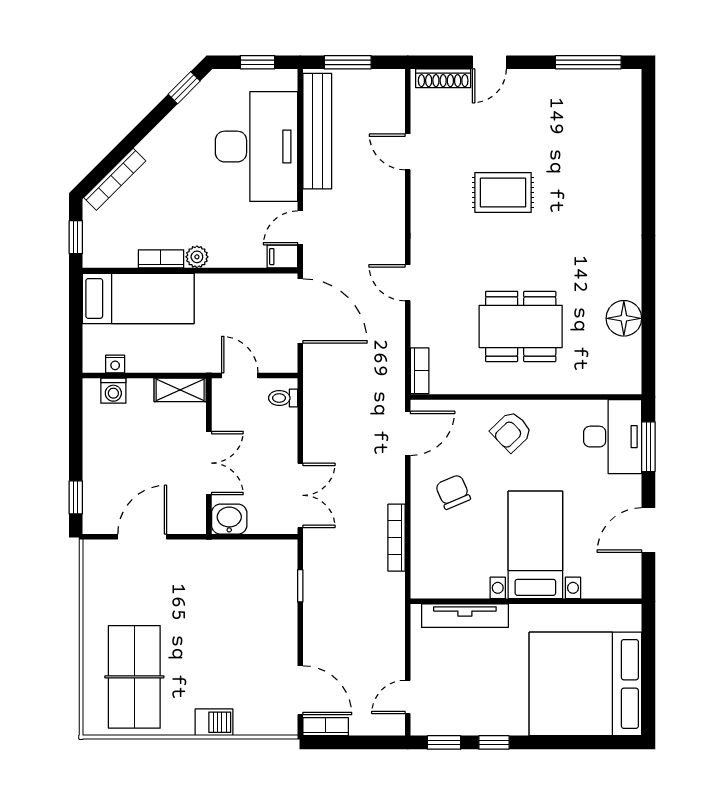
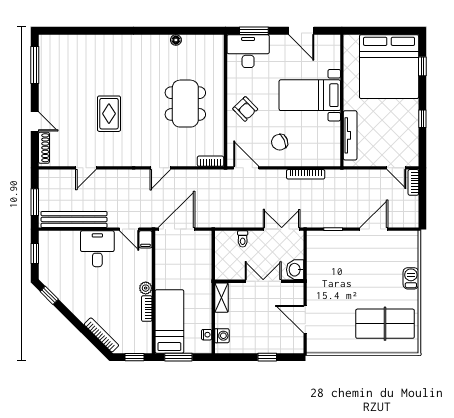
desk: (256, 147) -> (97, 249), width x0.53, depth x0.77
window: (76, 314) -> (178, 357), added
floor lamp: (624, 318) -> (176, 40), width x0.53, depth x0.53
door: (240, 375) -> (213, 264), removed
toilet: (283, 398) -> (243, 239), moved
window: (76, 497) -> (267, 357), moved
door: (300, 690) -> (374, 229), moved
bookcase: (326, 727) -> (413, 182), moved
window: (444, 742) -> (422, 66), moved

